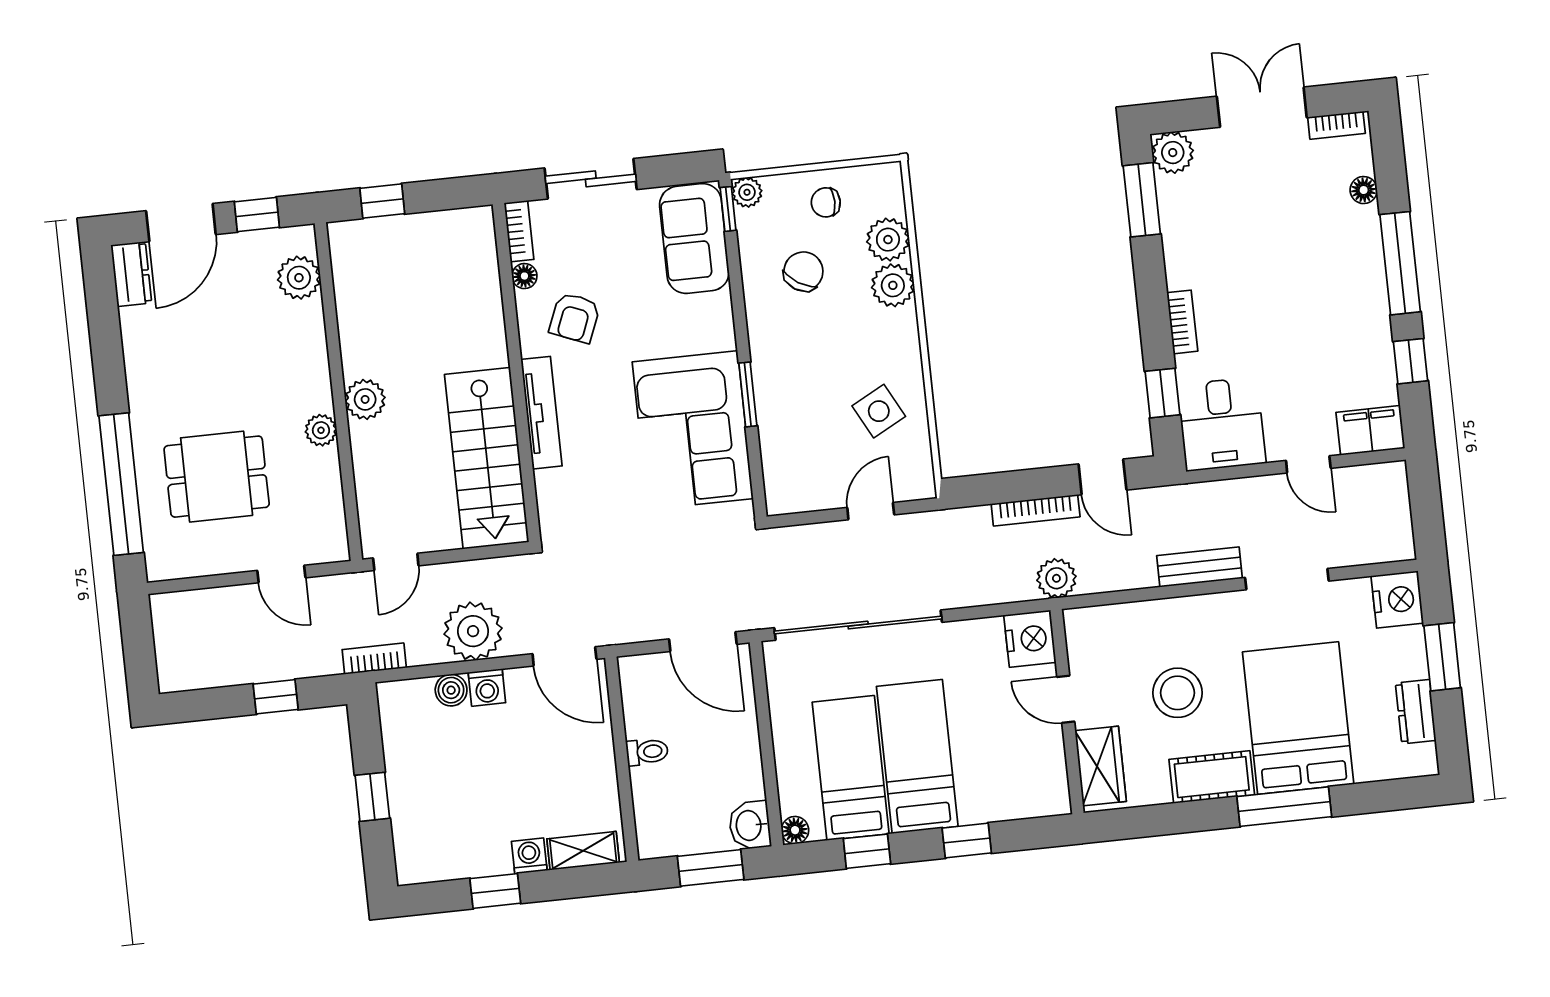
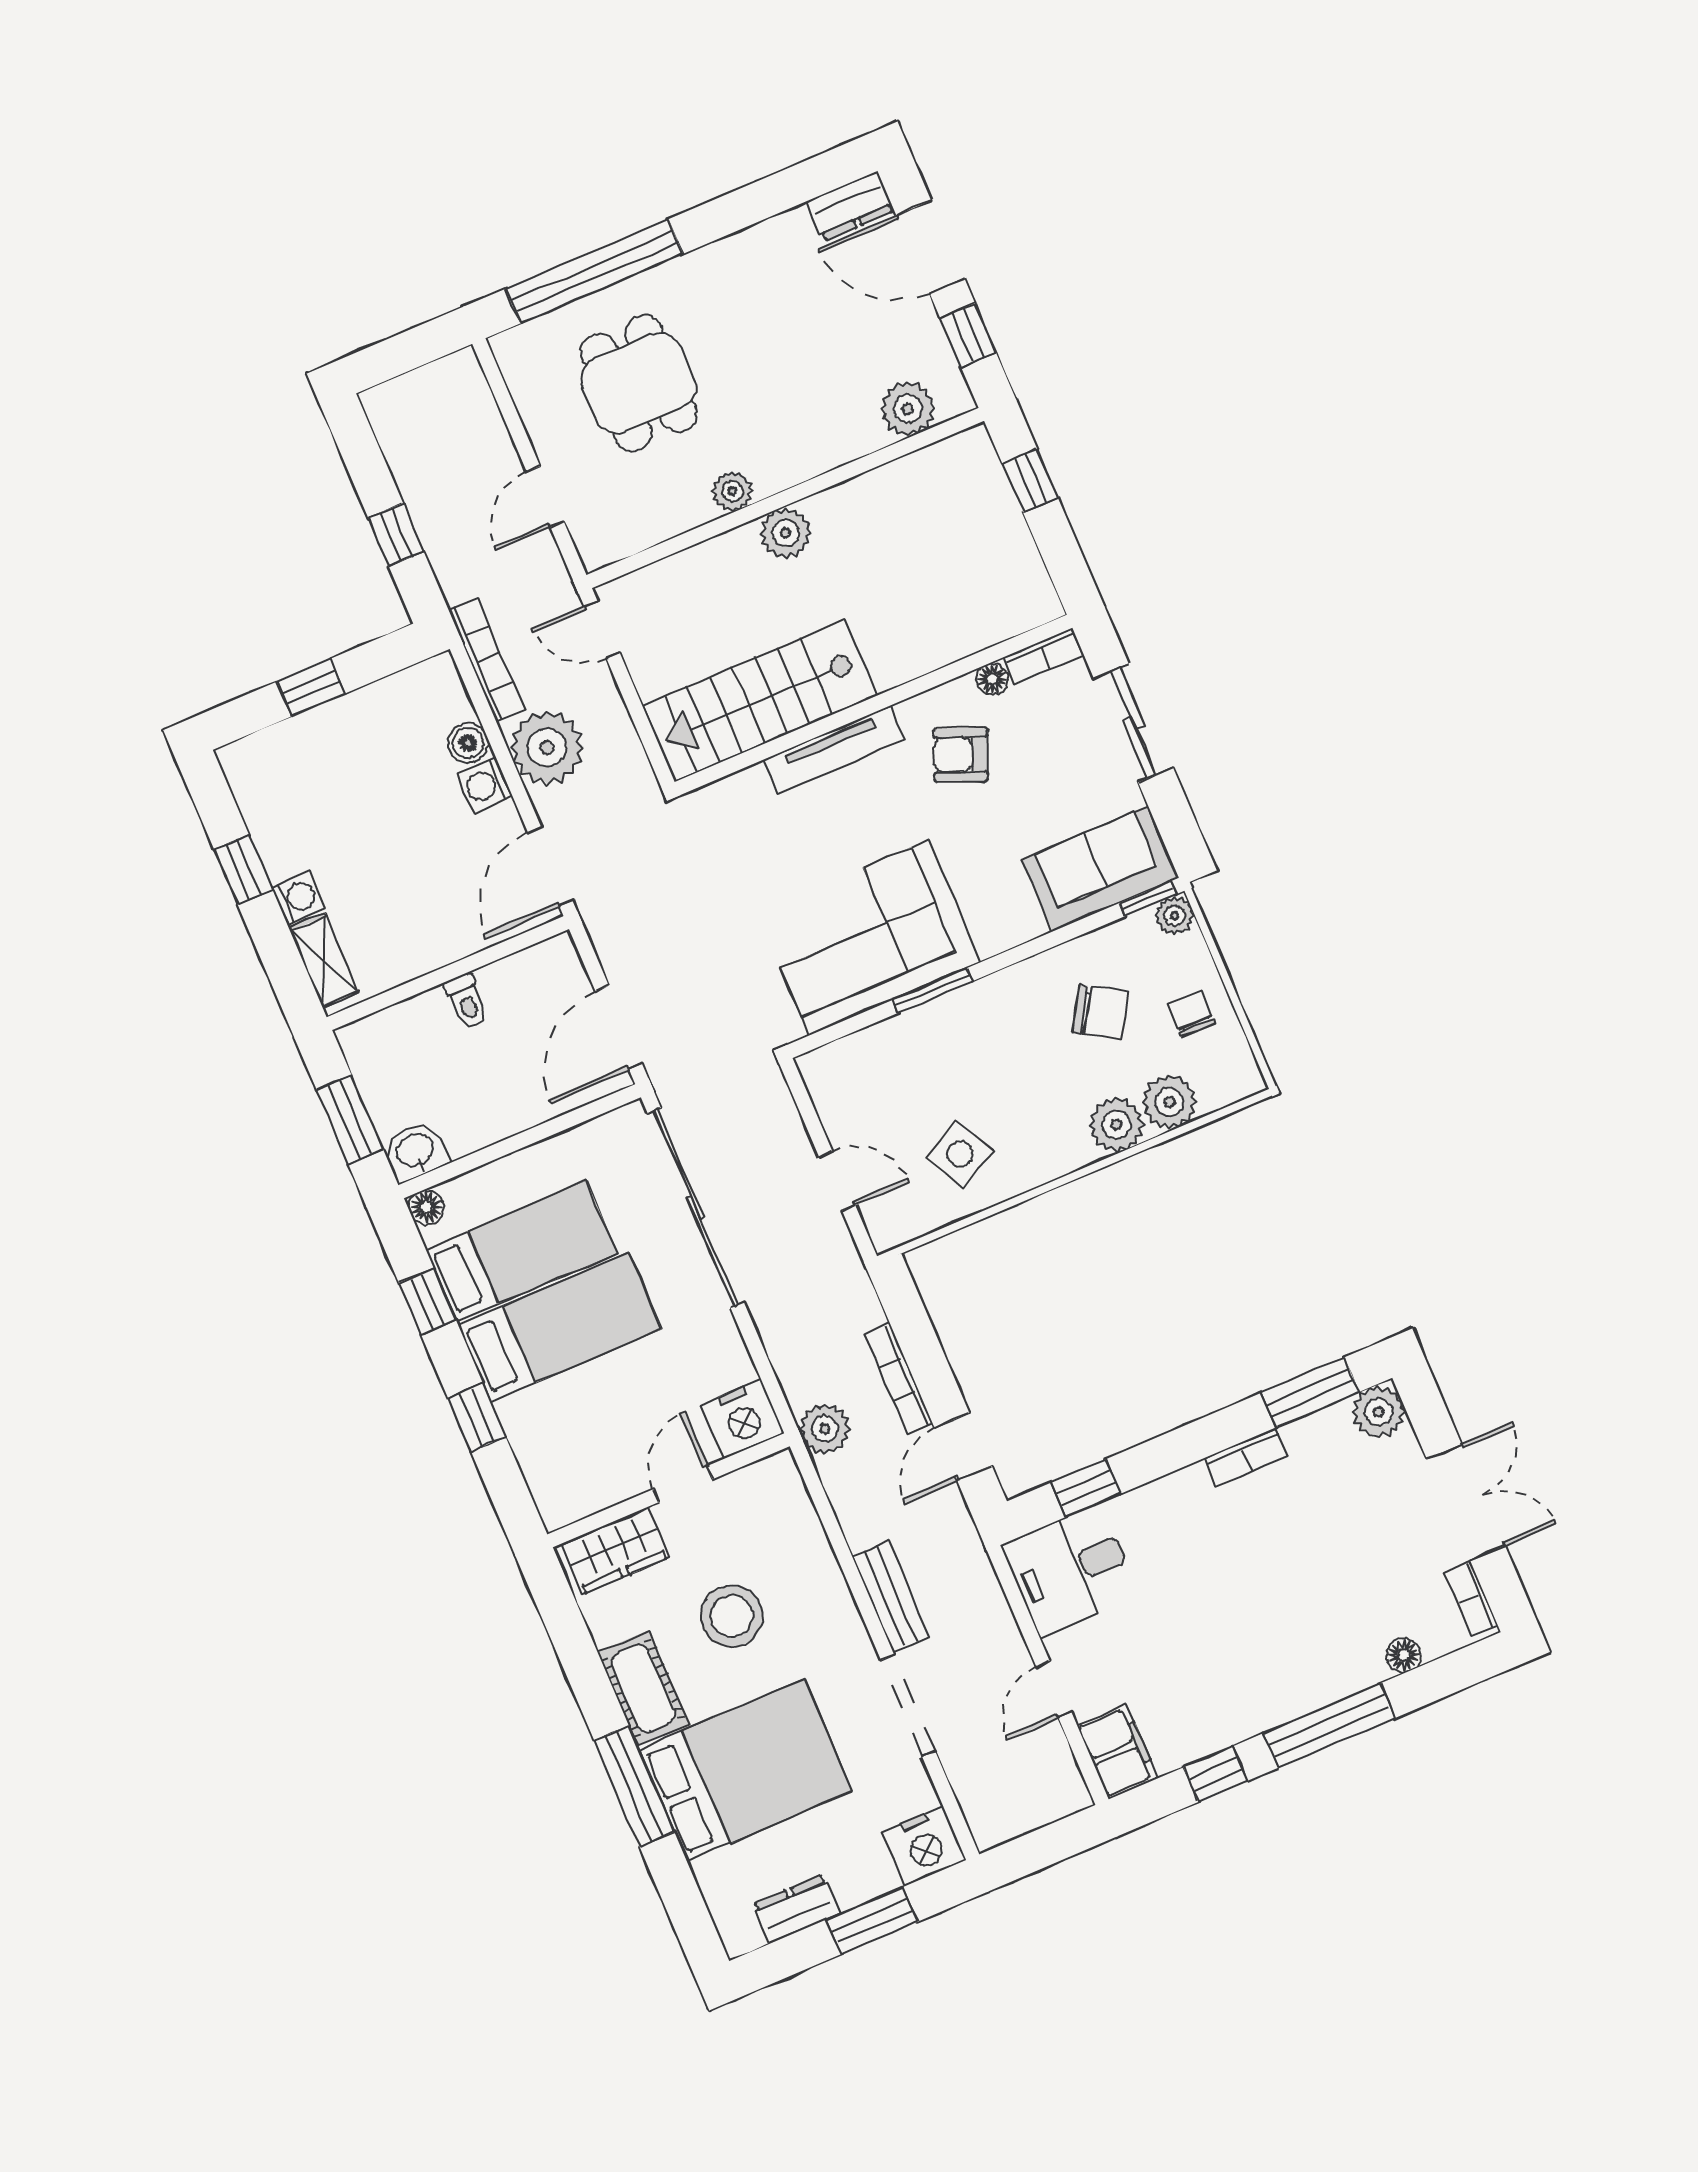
bookcase: (1182, 322) -> (1246, 1457), moved
bookcase: (374, 659) -> (486, 659), width x1.56

